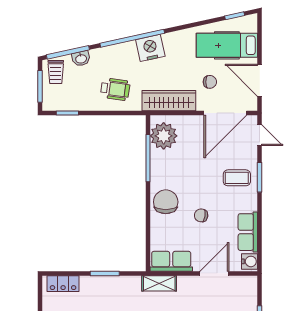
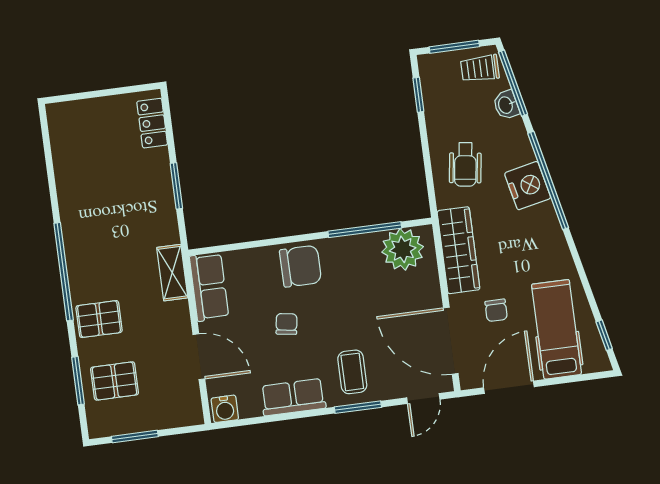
nightstand: (150, 48) -> (528, 186), moved
row of seats: (248, 232) -> (293, 397), moved

